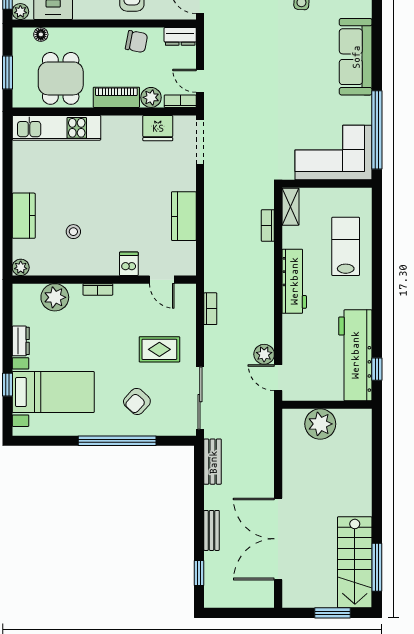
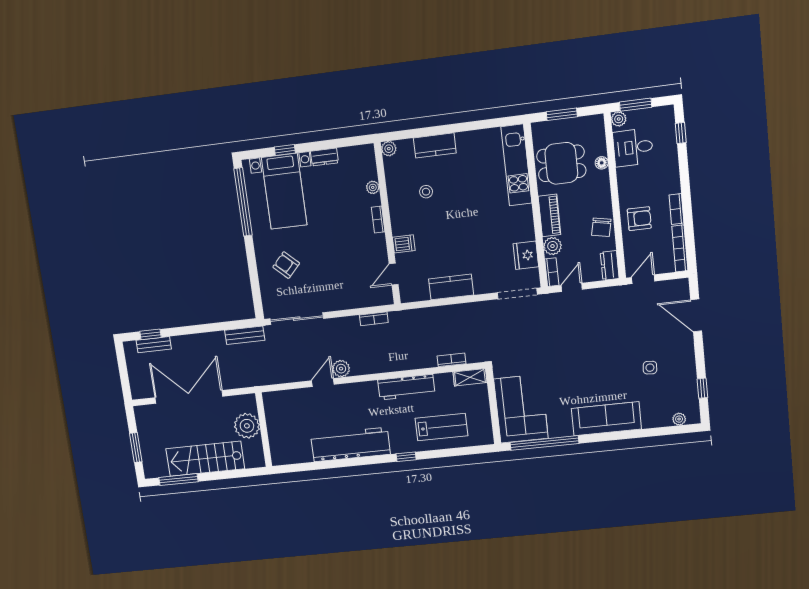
floor lamp: (41, 34) -> (602, 163), moved
plant: (55, 297) -> (373, 187), width x0.53, depth x0.53
rug: (159, 349) -> (333, 279), removed
window: (377, 369) -> (406, 457), moved
wall: (327, 405) -> (264, 430), moved
plant: (320, 424) -> (247, 426), moved
window: (117, 441) -> (243, 202), moved
bench: (212, 530) -> (154, 345), moved
stairs: (355, 562) -> (205, 459), moved

